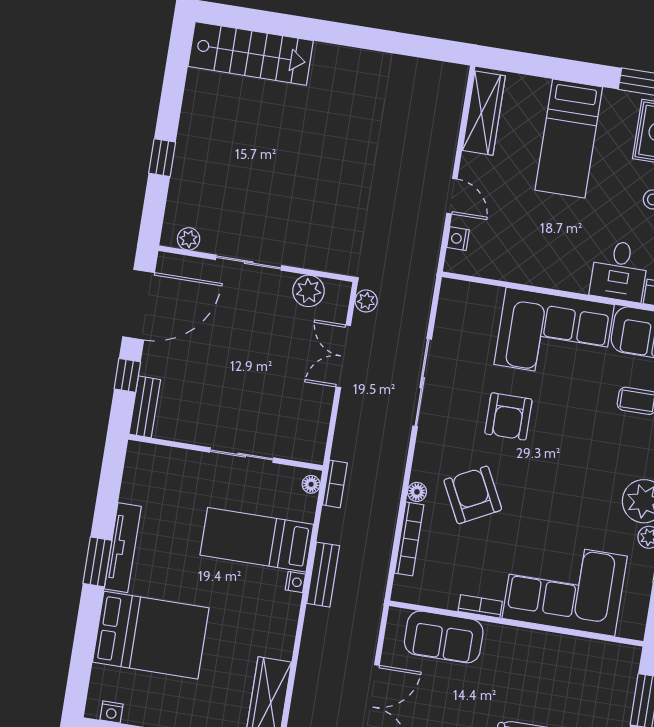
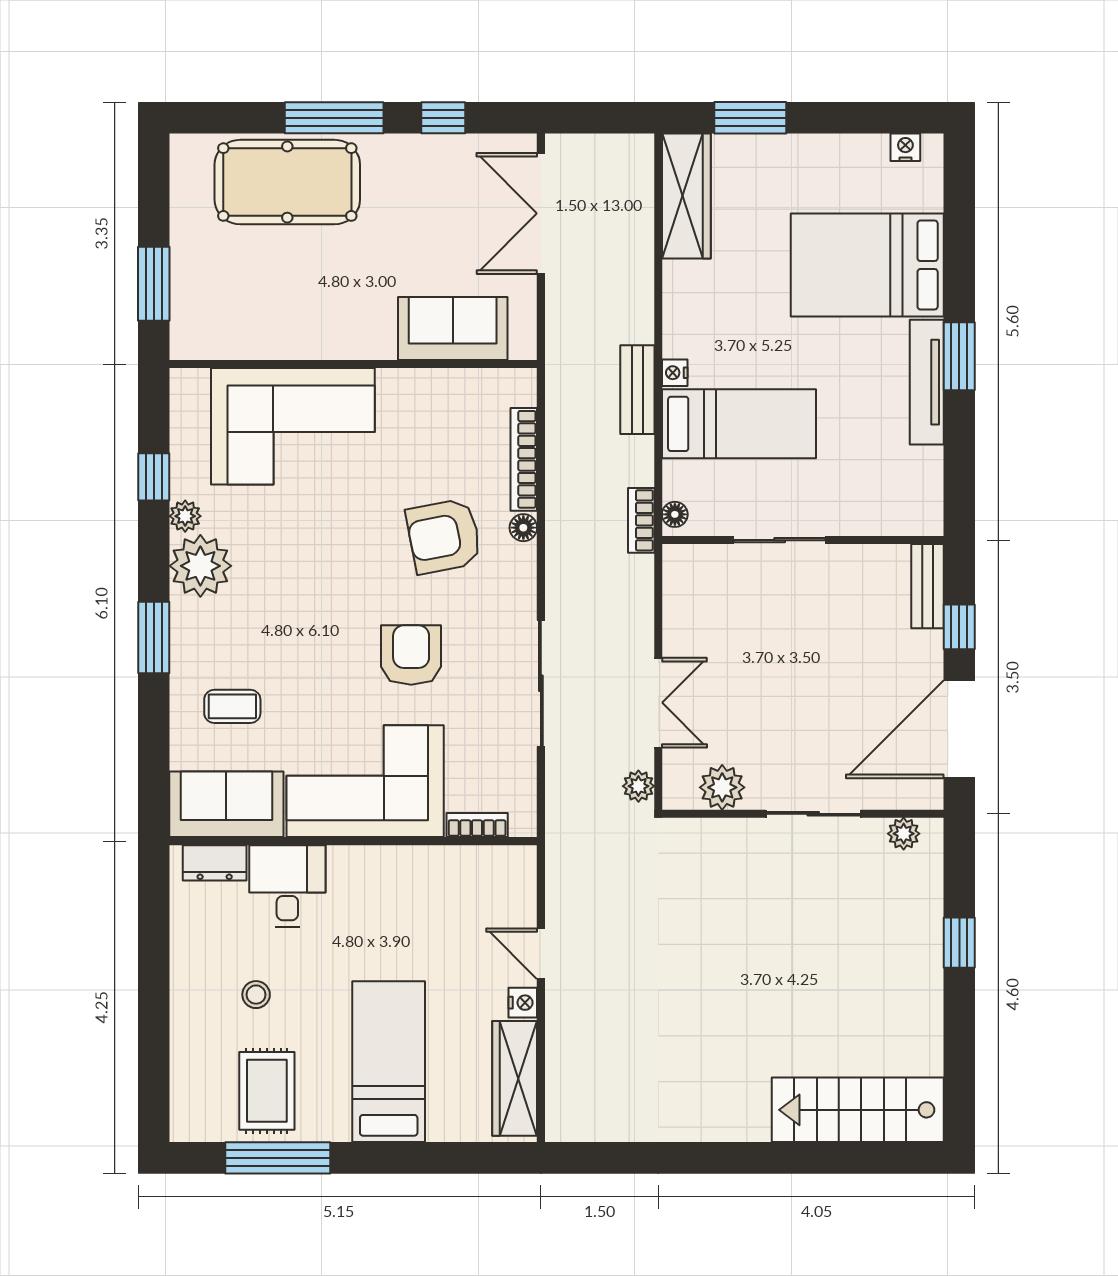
nightstand: (458, 239) -> (523, 1003), moved
armchair: (473, 495) -> (444, 536), turned 106
bookcase: (480, 606) -> (477, 825), moved, turned 180

